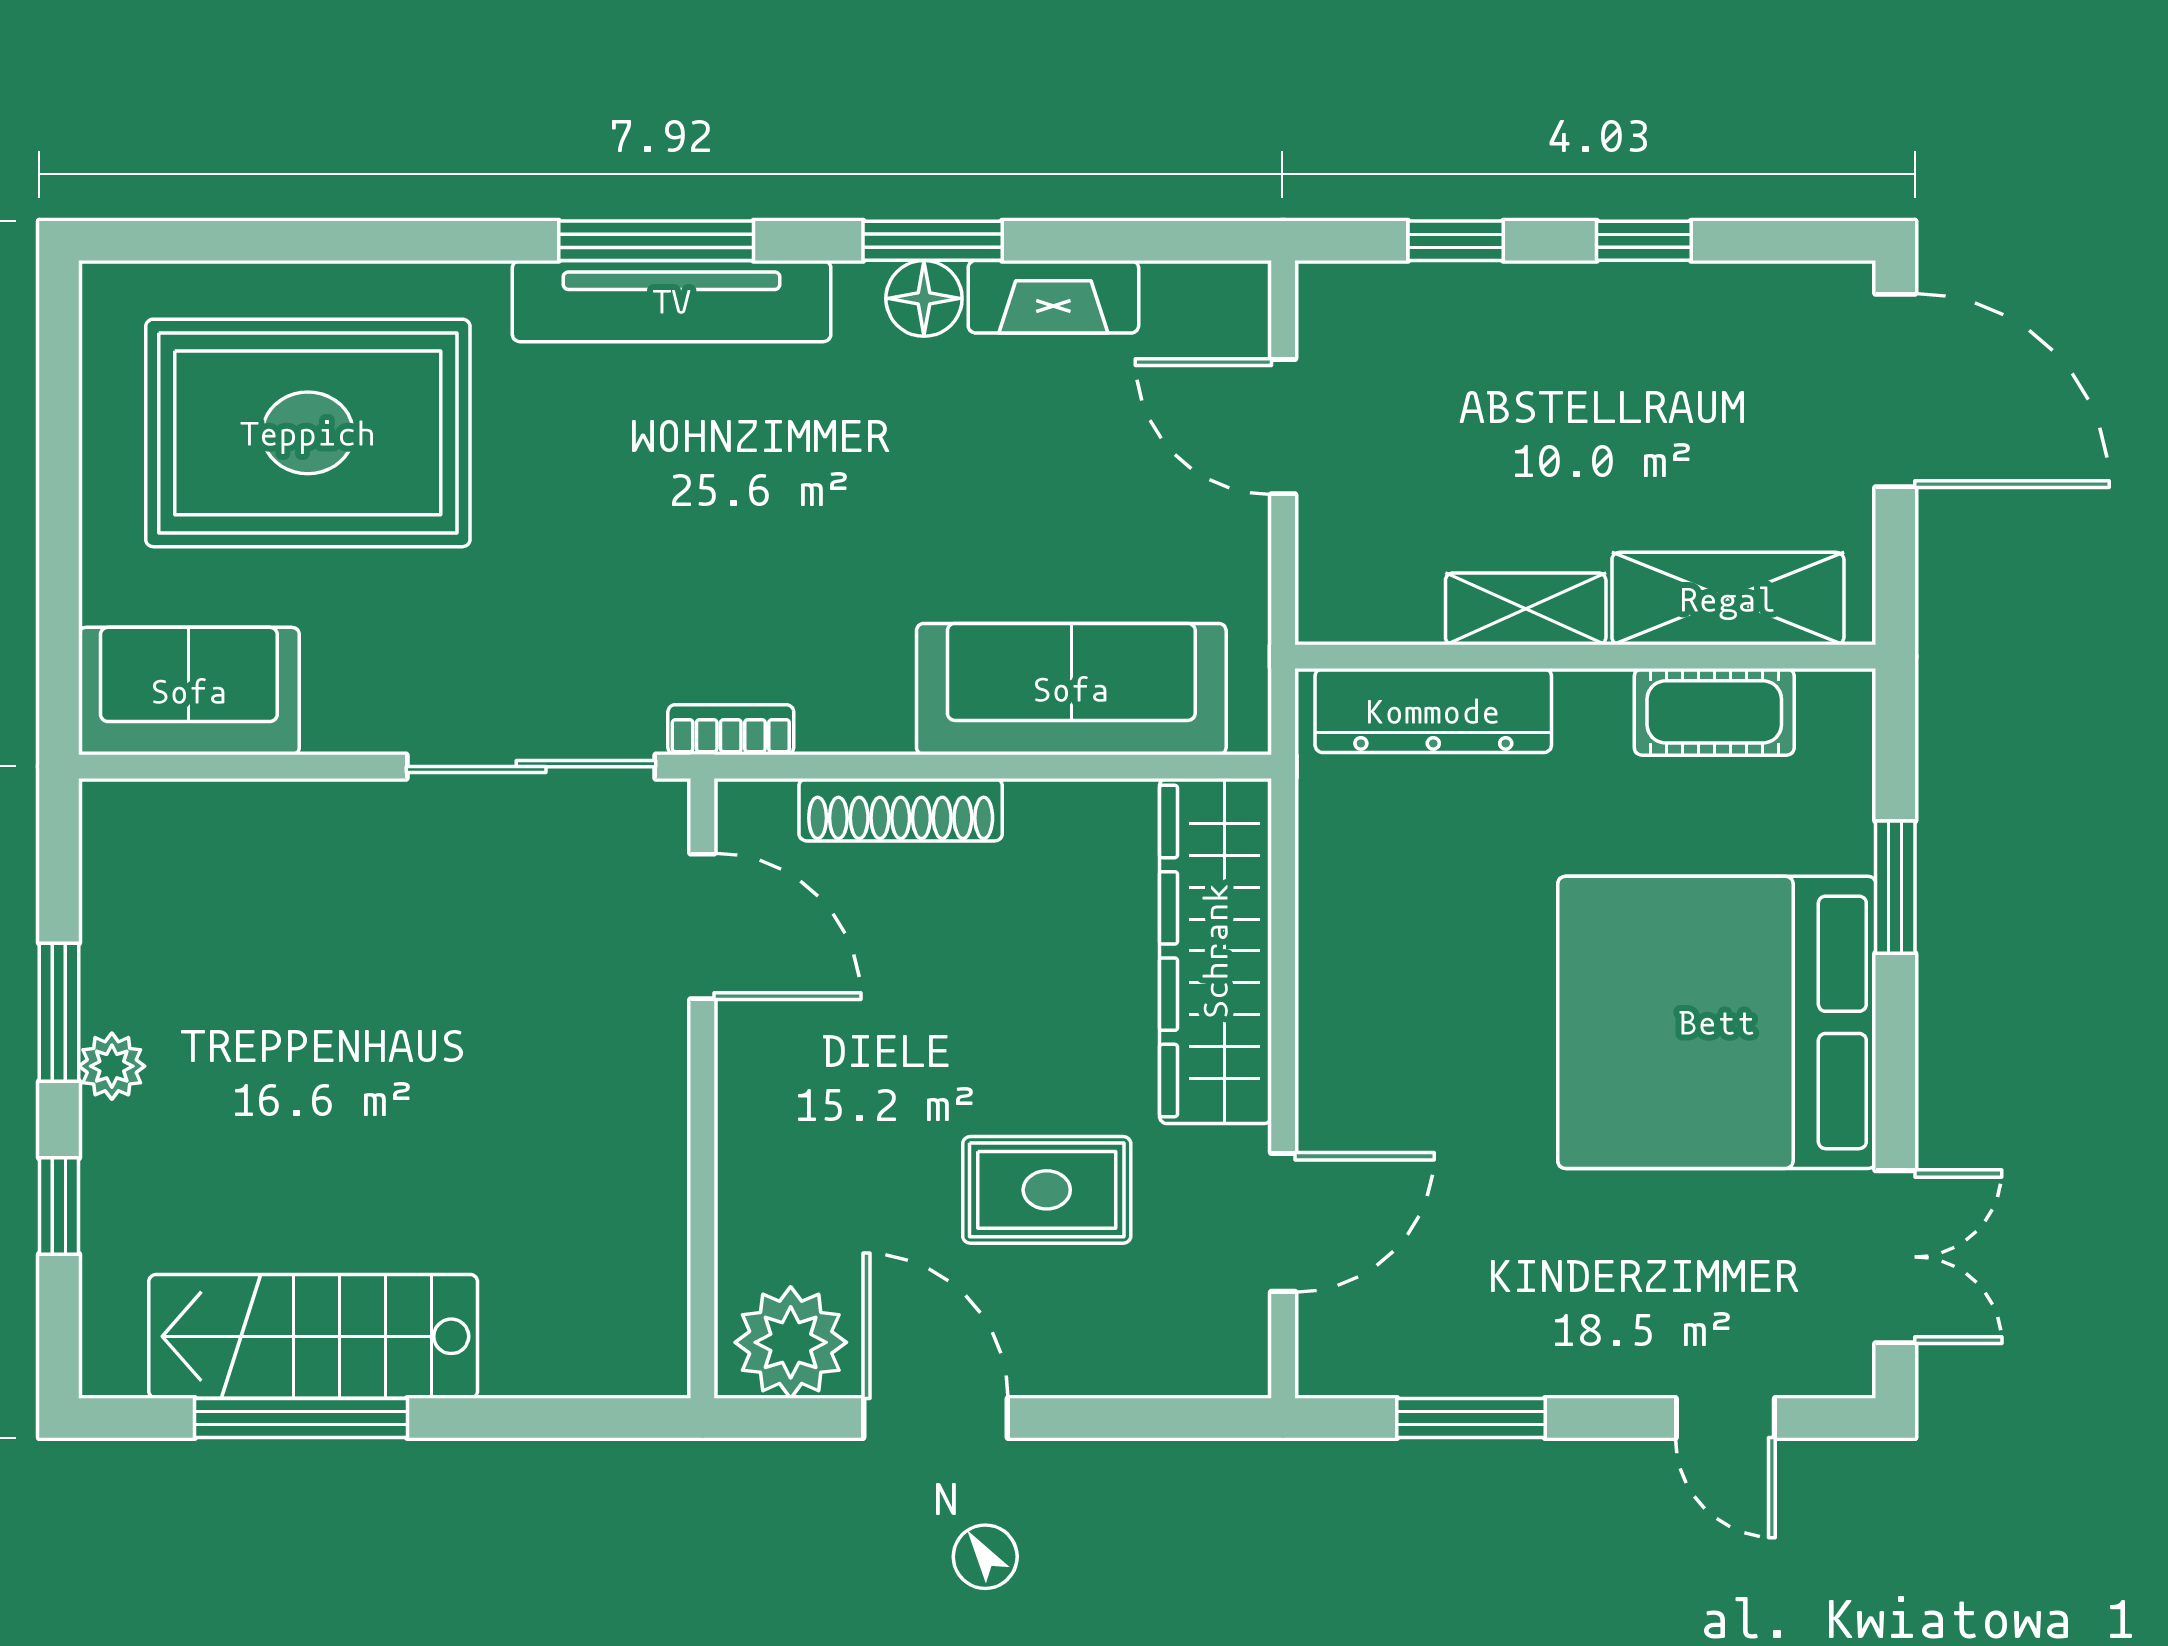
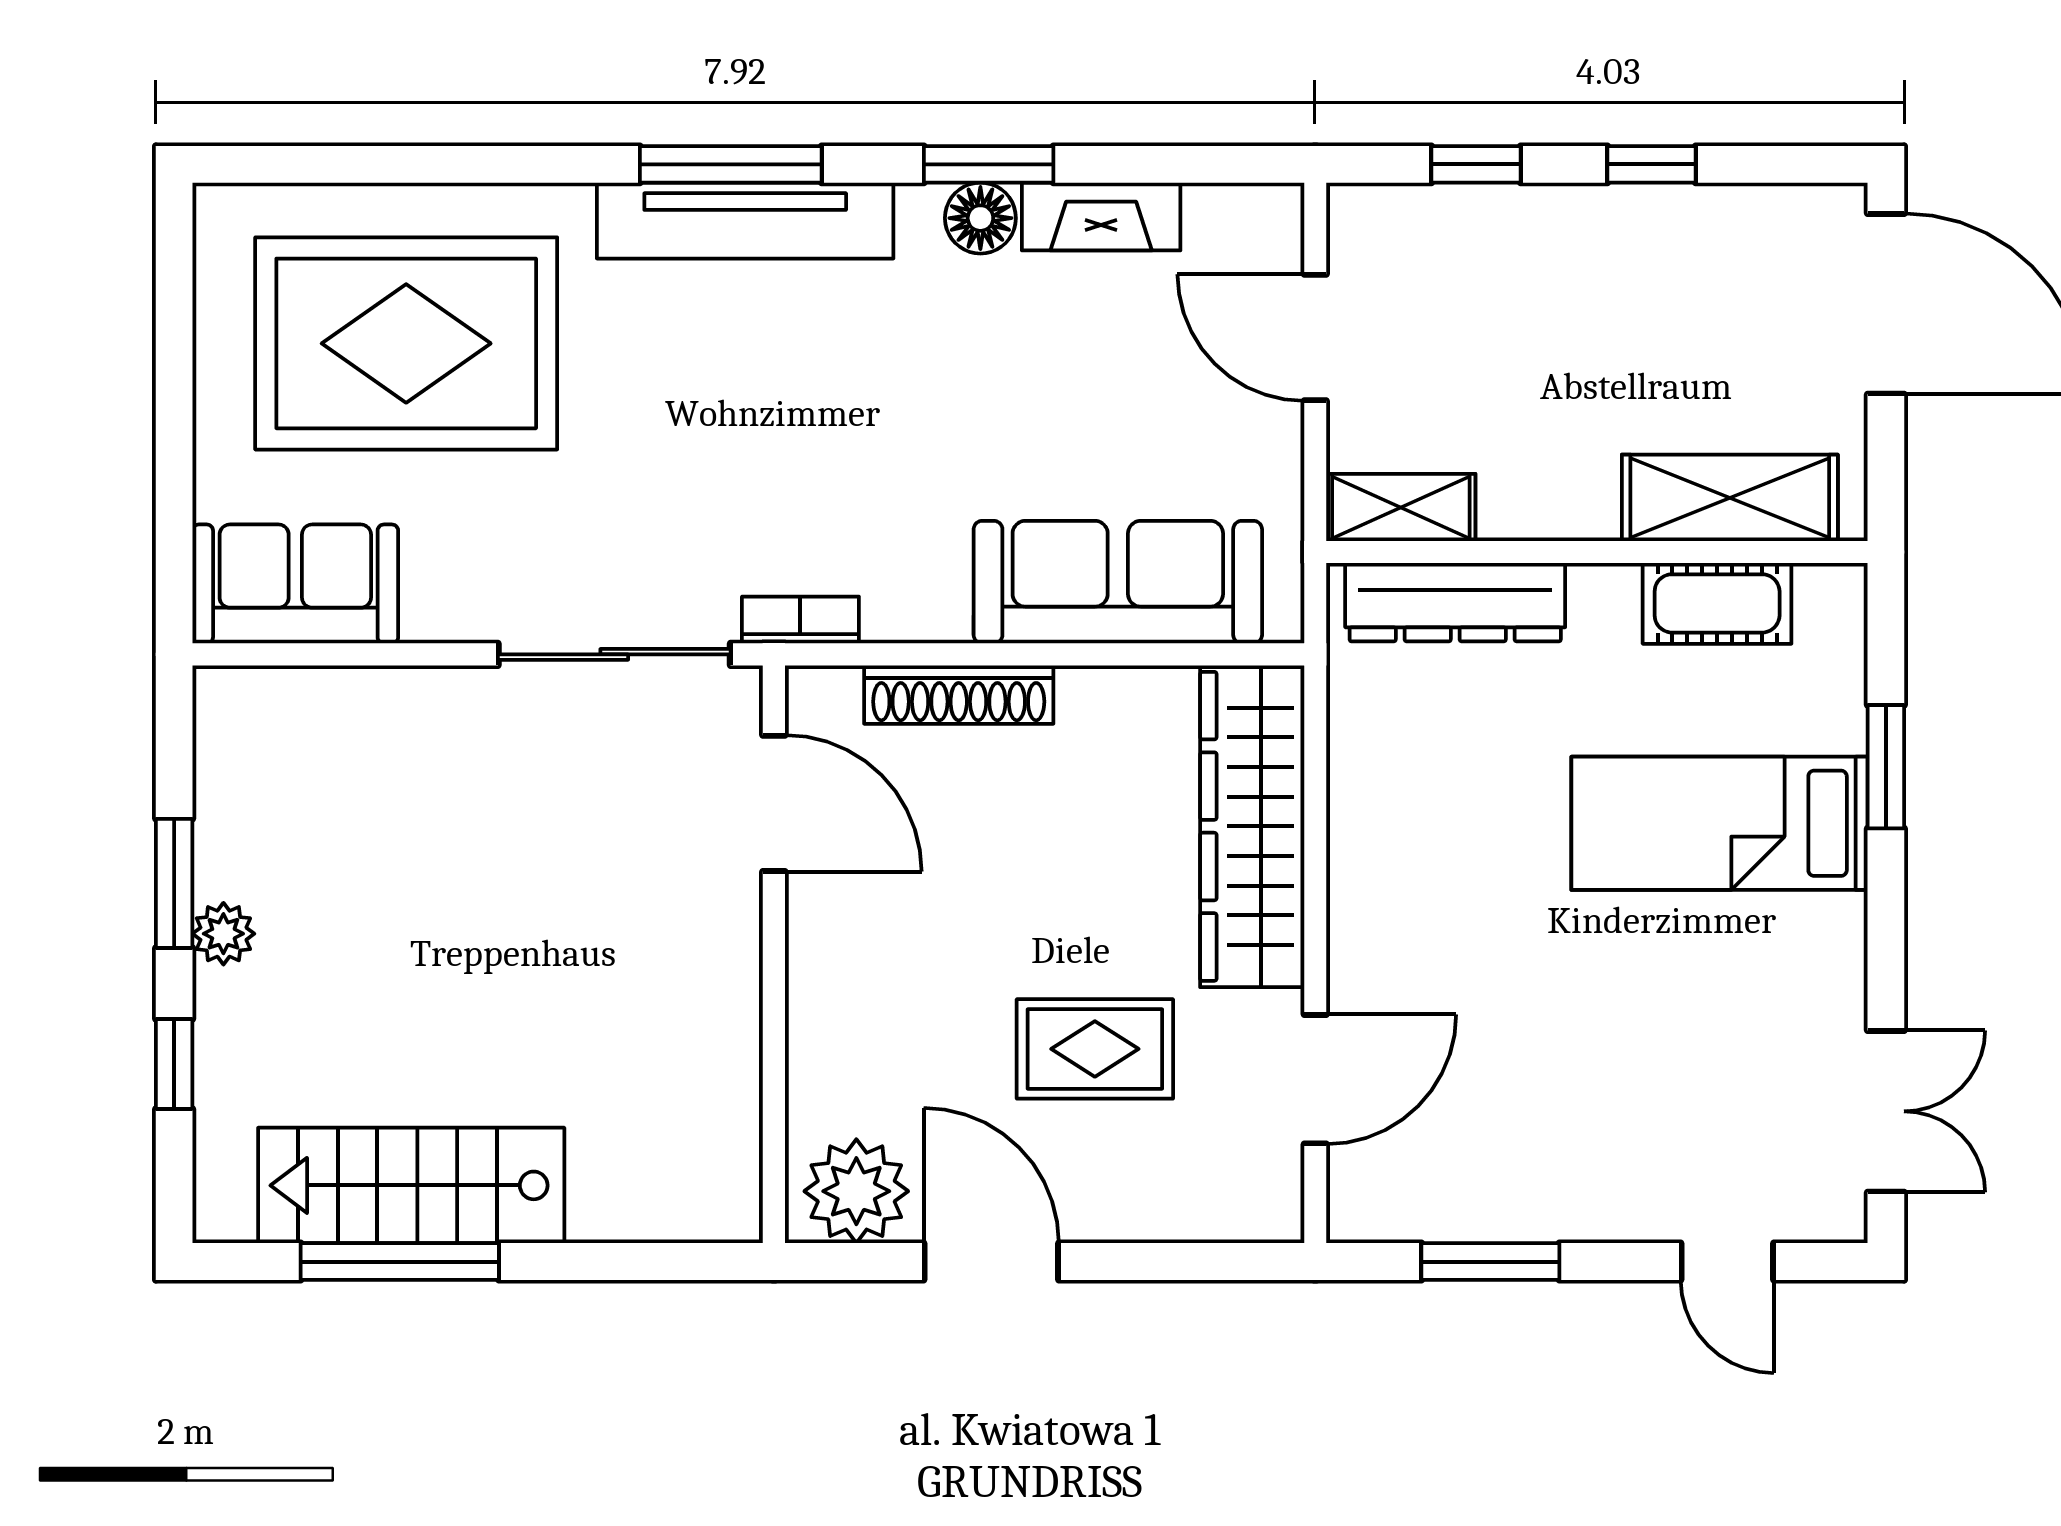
shelving: (1526, 609) -> (1401, 507), moved
bed: (1717, 1022) -> (1719, 823), width x0.49

